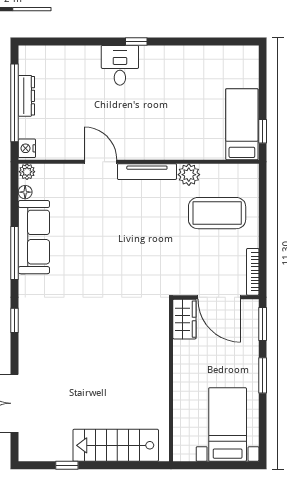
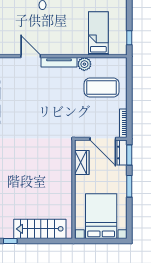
bed: (242, 124) -> (98, 33), moved
wardrobe: (184, 319) -> (82, 162), moved
dresser: (251, 320) -> (122, 153), added
bed with nightstands: (228, 424) -> (101, 216), width x1.36

